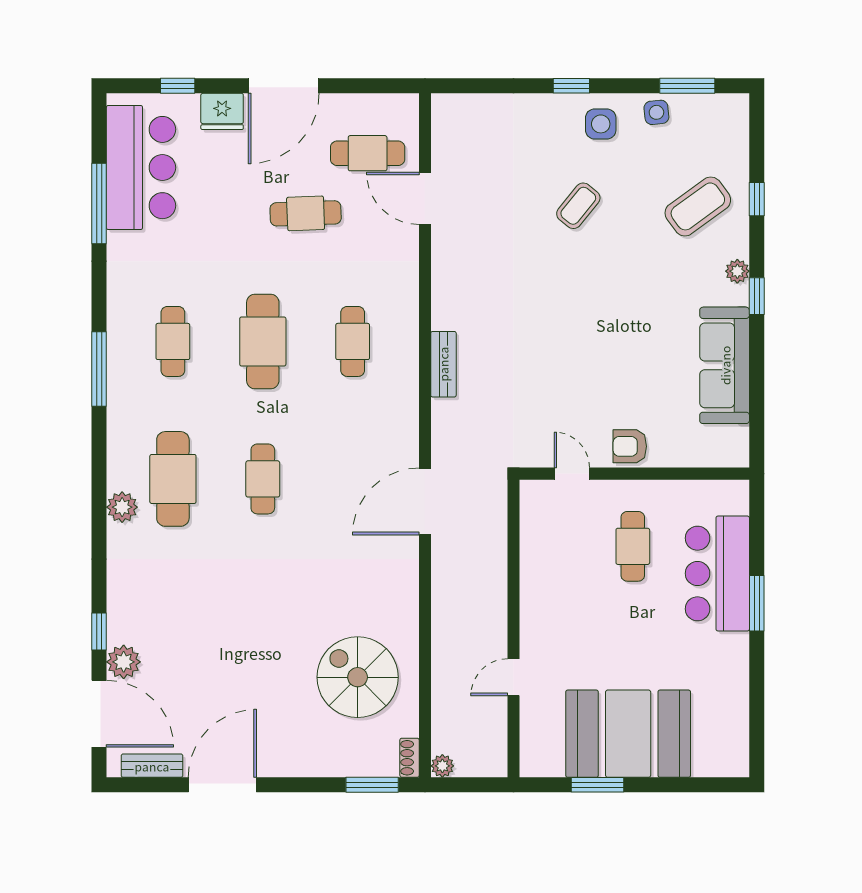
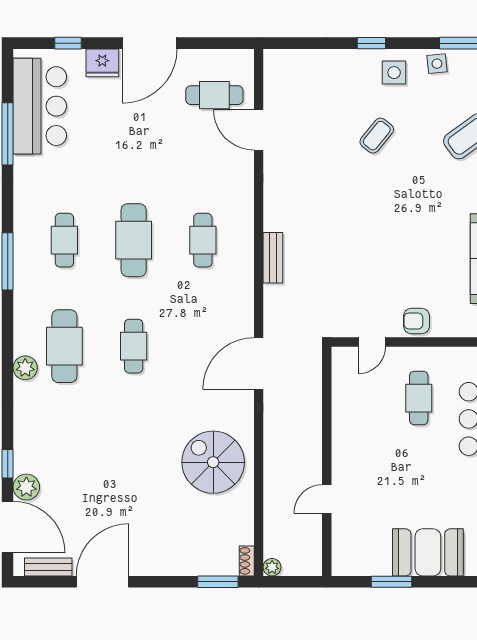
cafe table: (306, 213) -> (167, 141), removed
door: (572, 474) -> (372, 342), swing flipped
spiral stairs: (358, 677) -> (213, 462), moved
booth: (628, 734) -> (428, 552), width x0.73, depth x0.70

